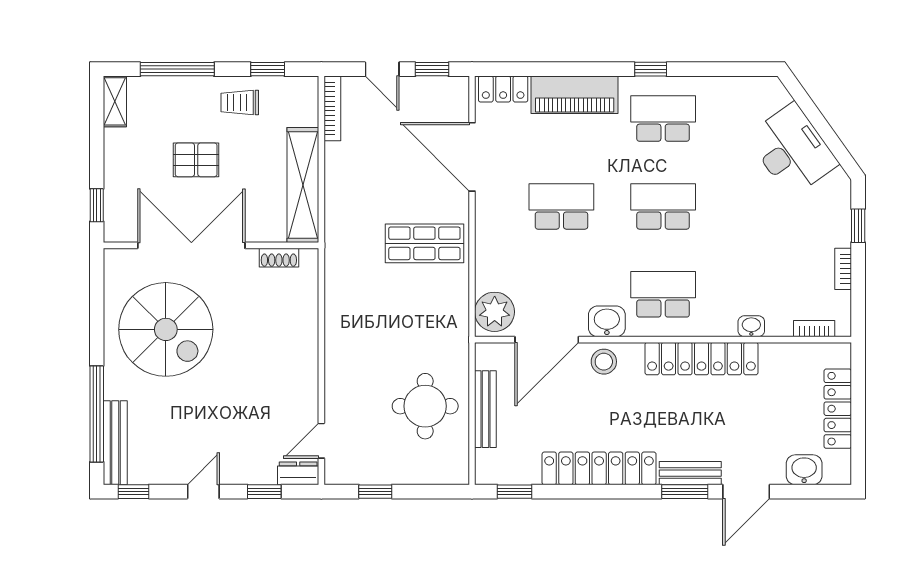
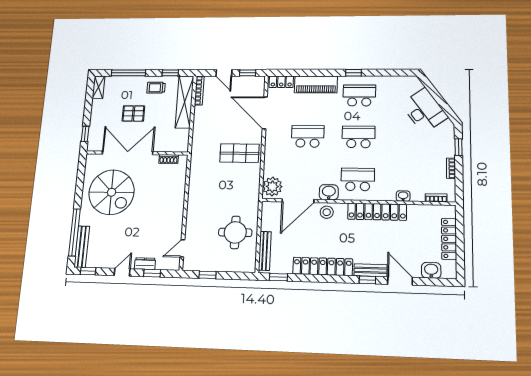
shelving: (303, 185) -> (185, 102), moved
bench: (485, 409) -> (265, 251), moved
dresser: (298, 473) -> (145, 264), moved
window: (685, 492) -> (367, 280), width x0.67
door: (746, 492) -> (400, 281), swing flipped

